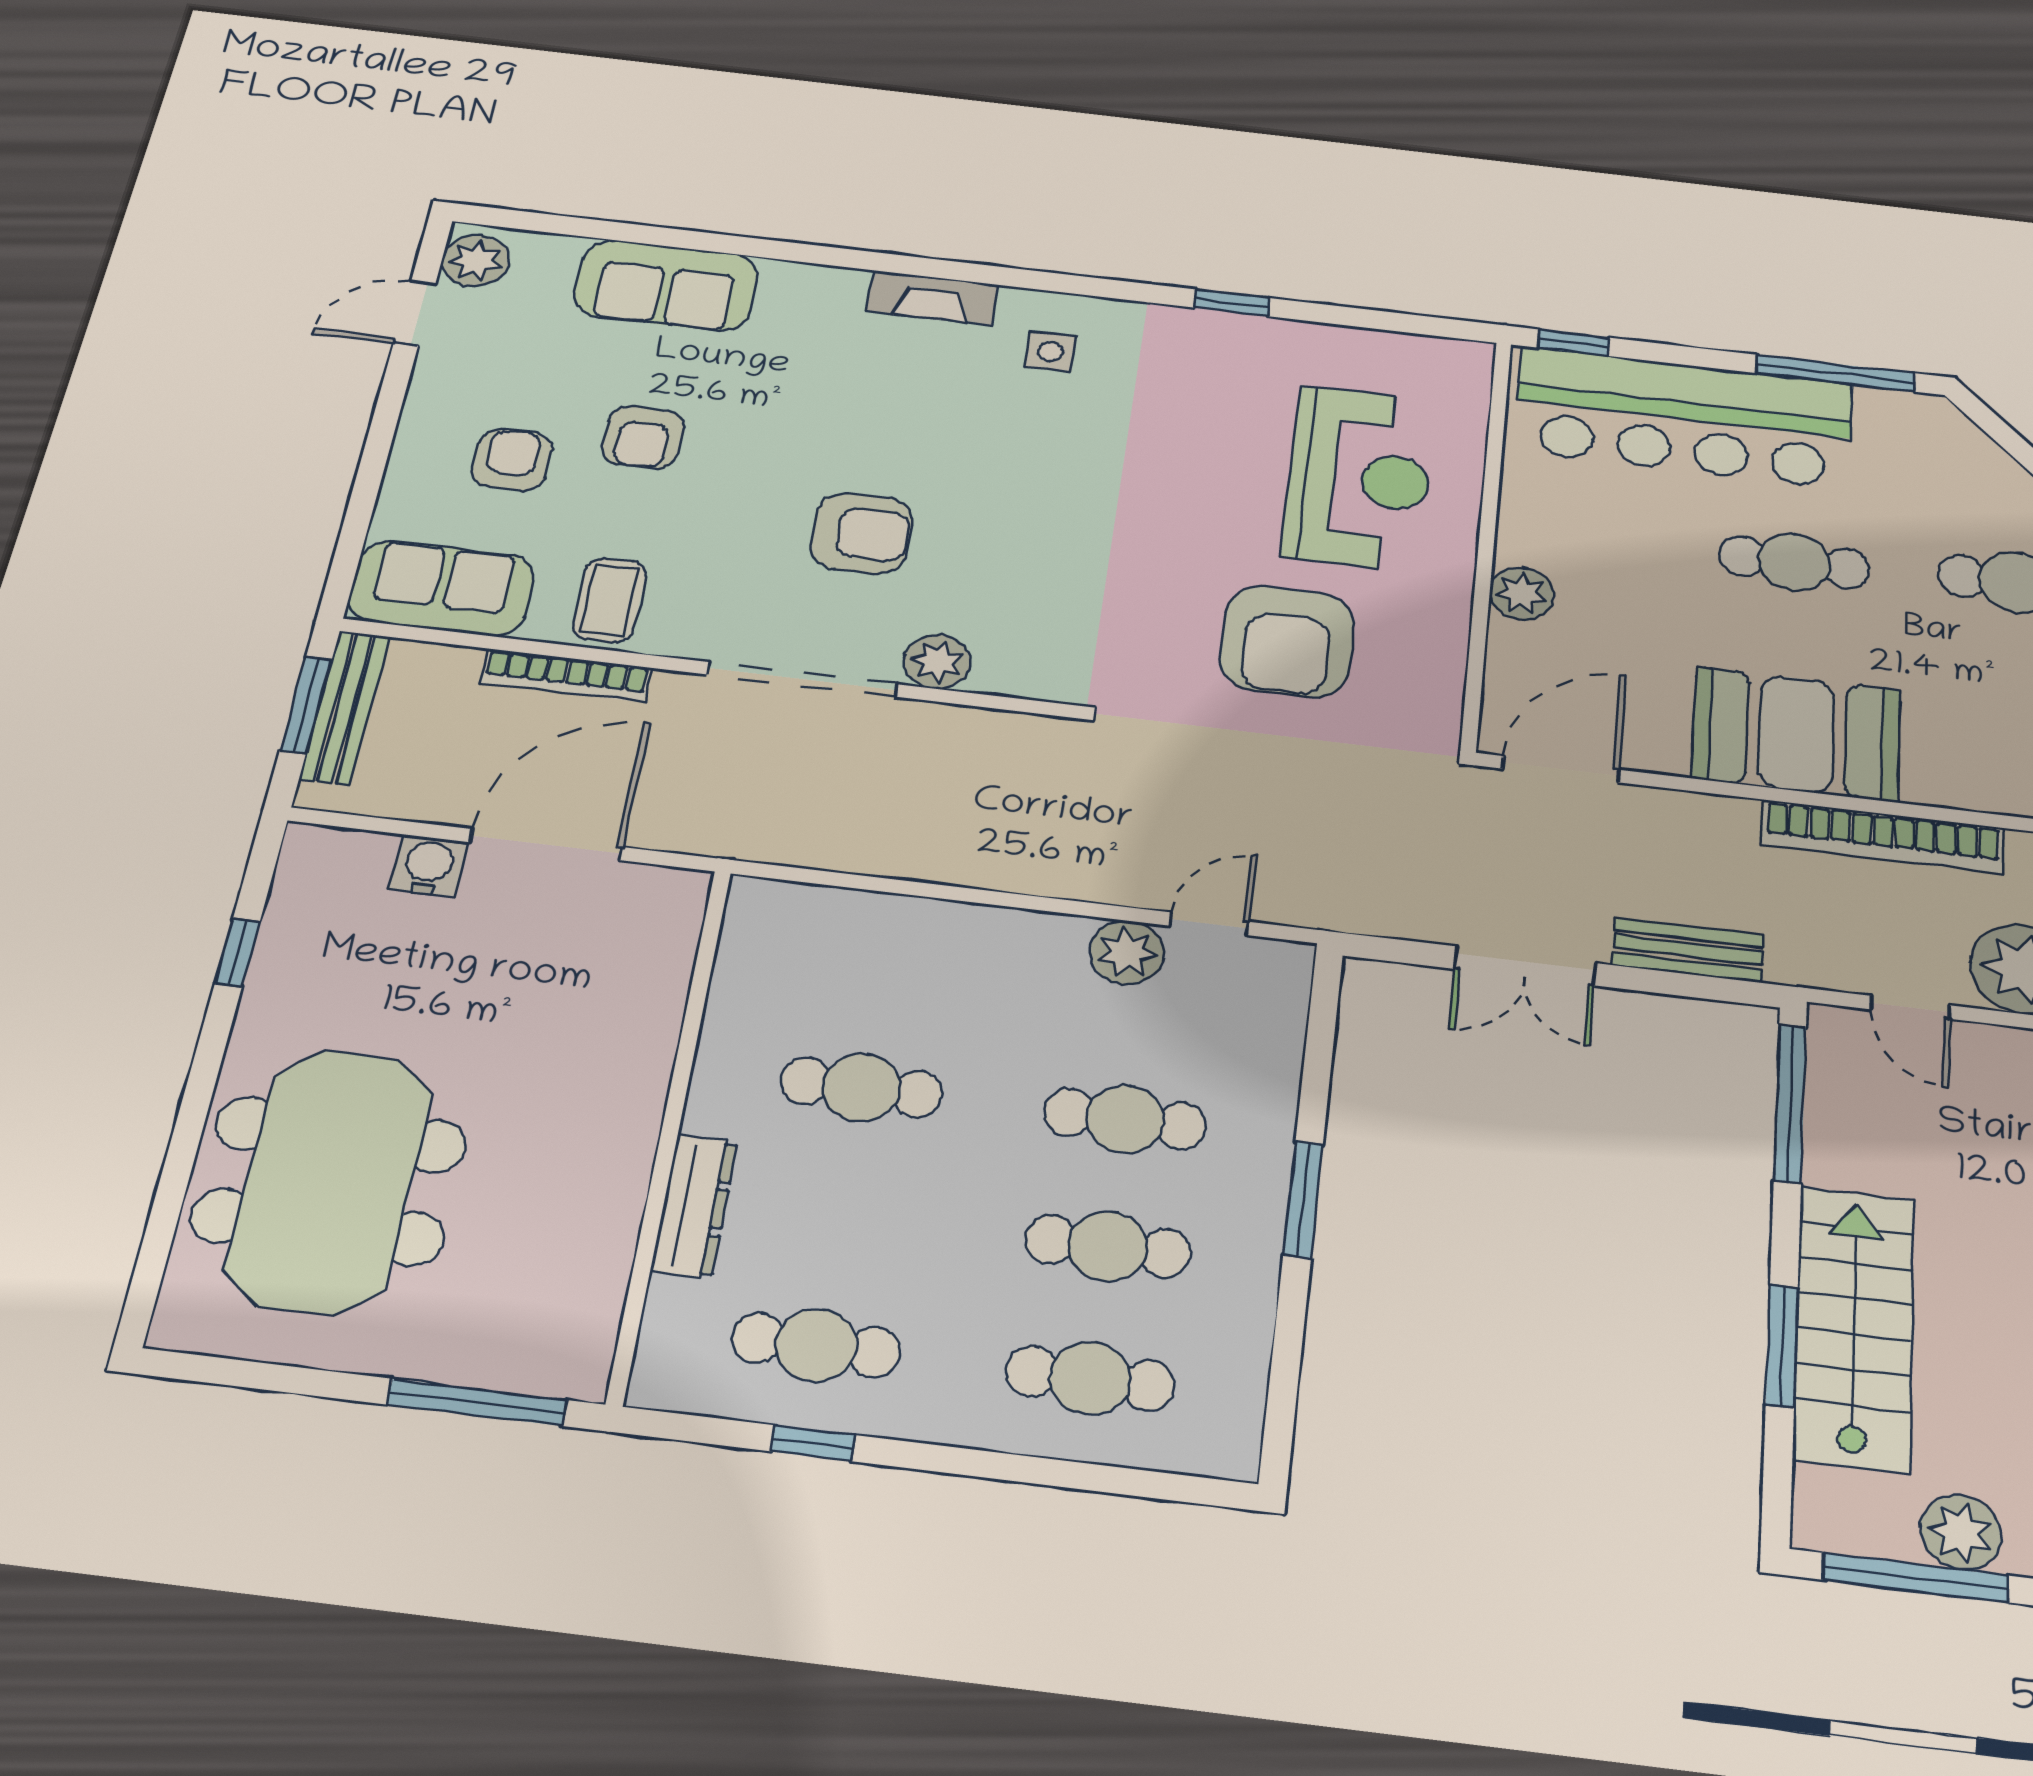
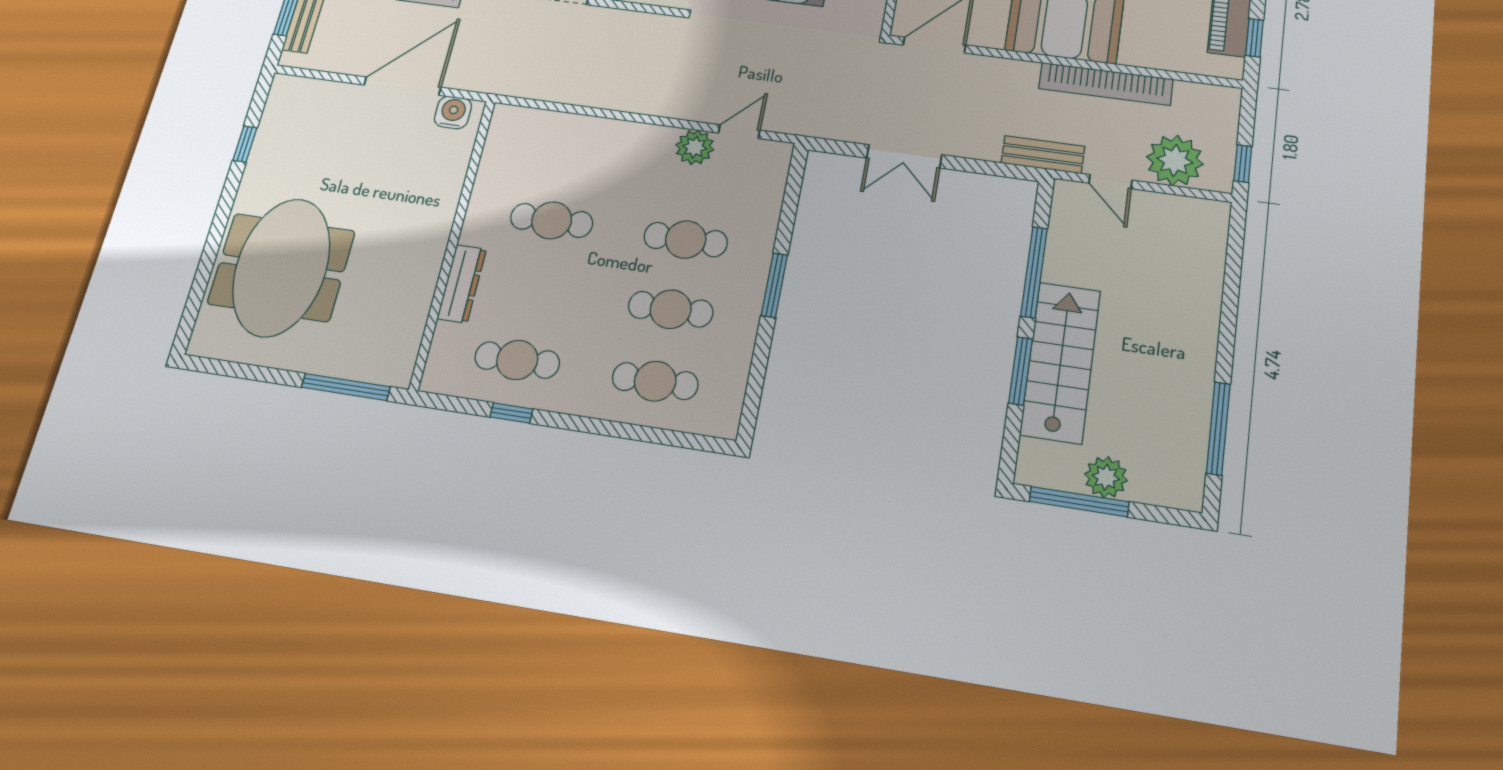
water cooler: (429, 866) -> (453, 112), moved
bench: (1688, 950) -> (1043, 155), moved
window: (1790, 1103) -> (1034, 272), moved

